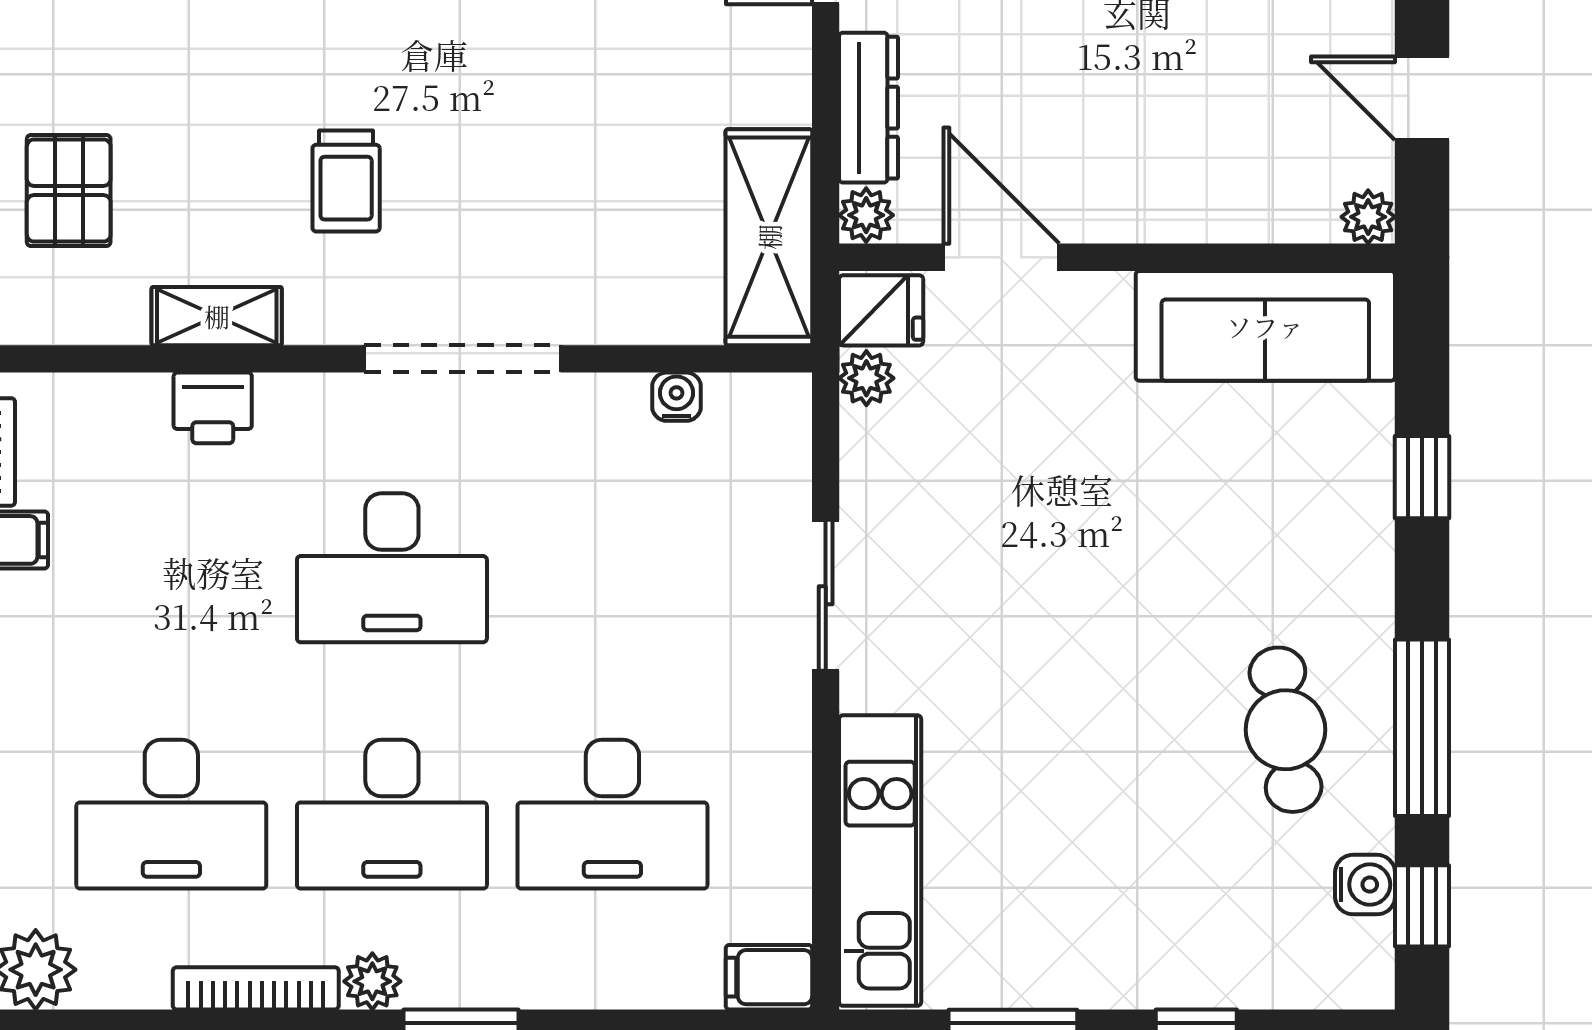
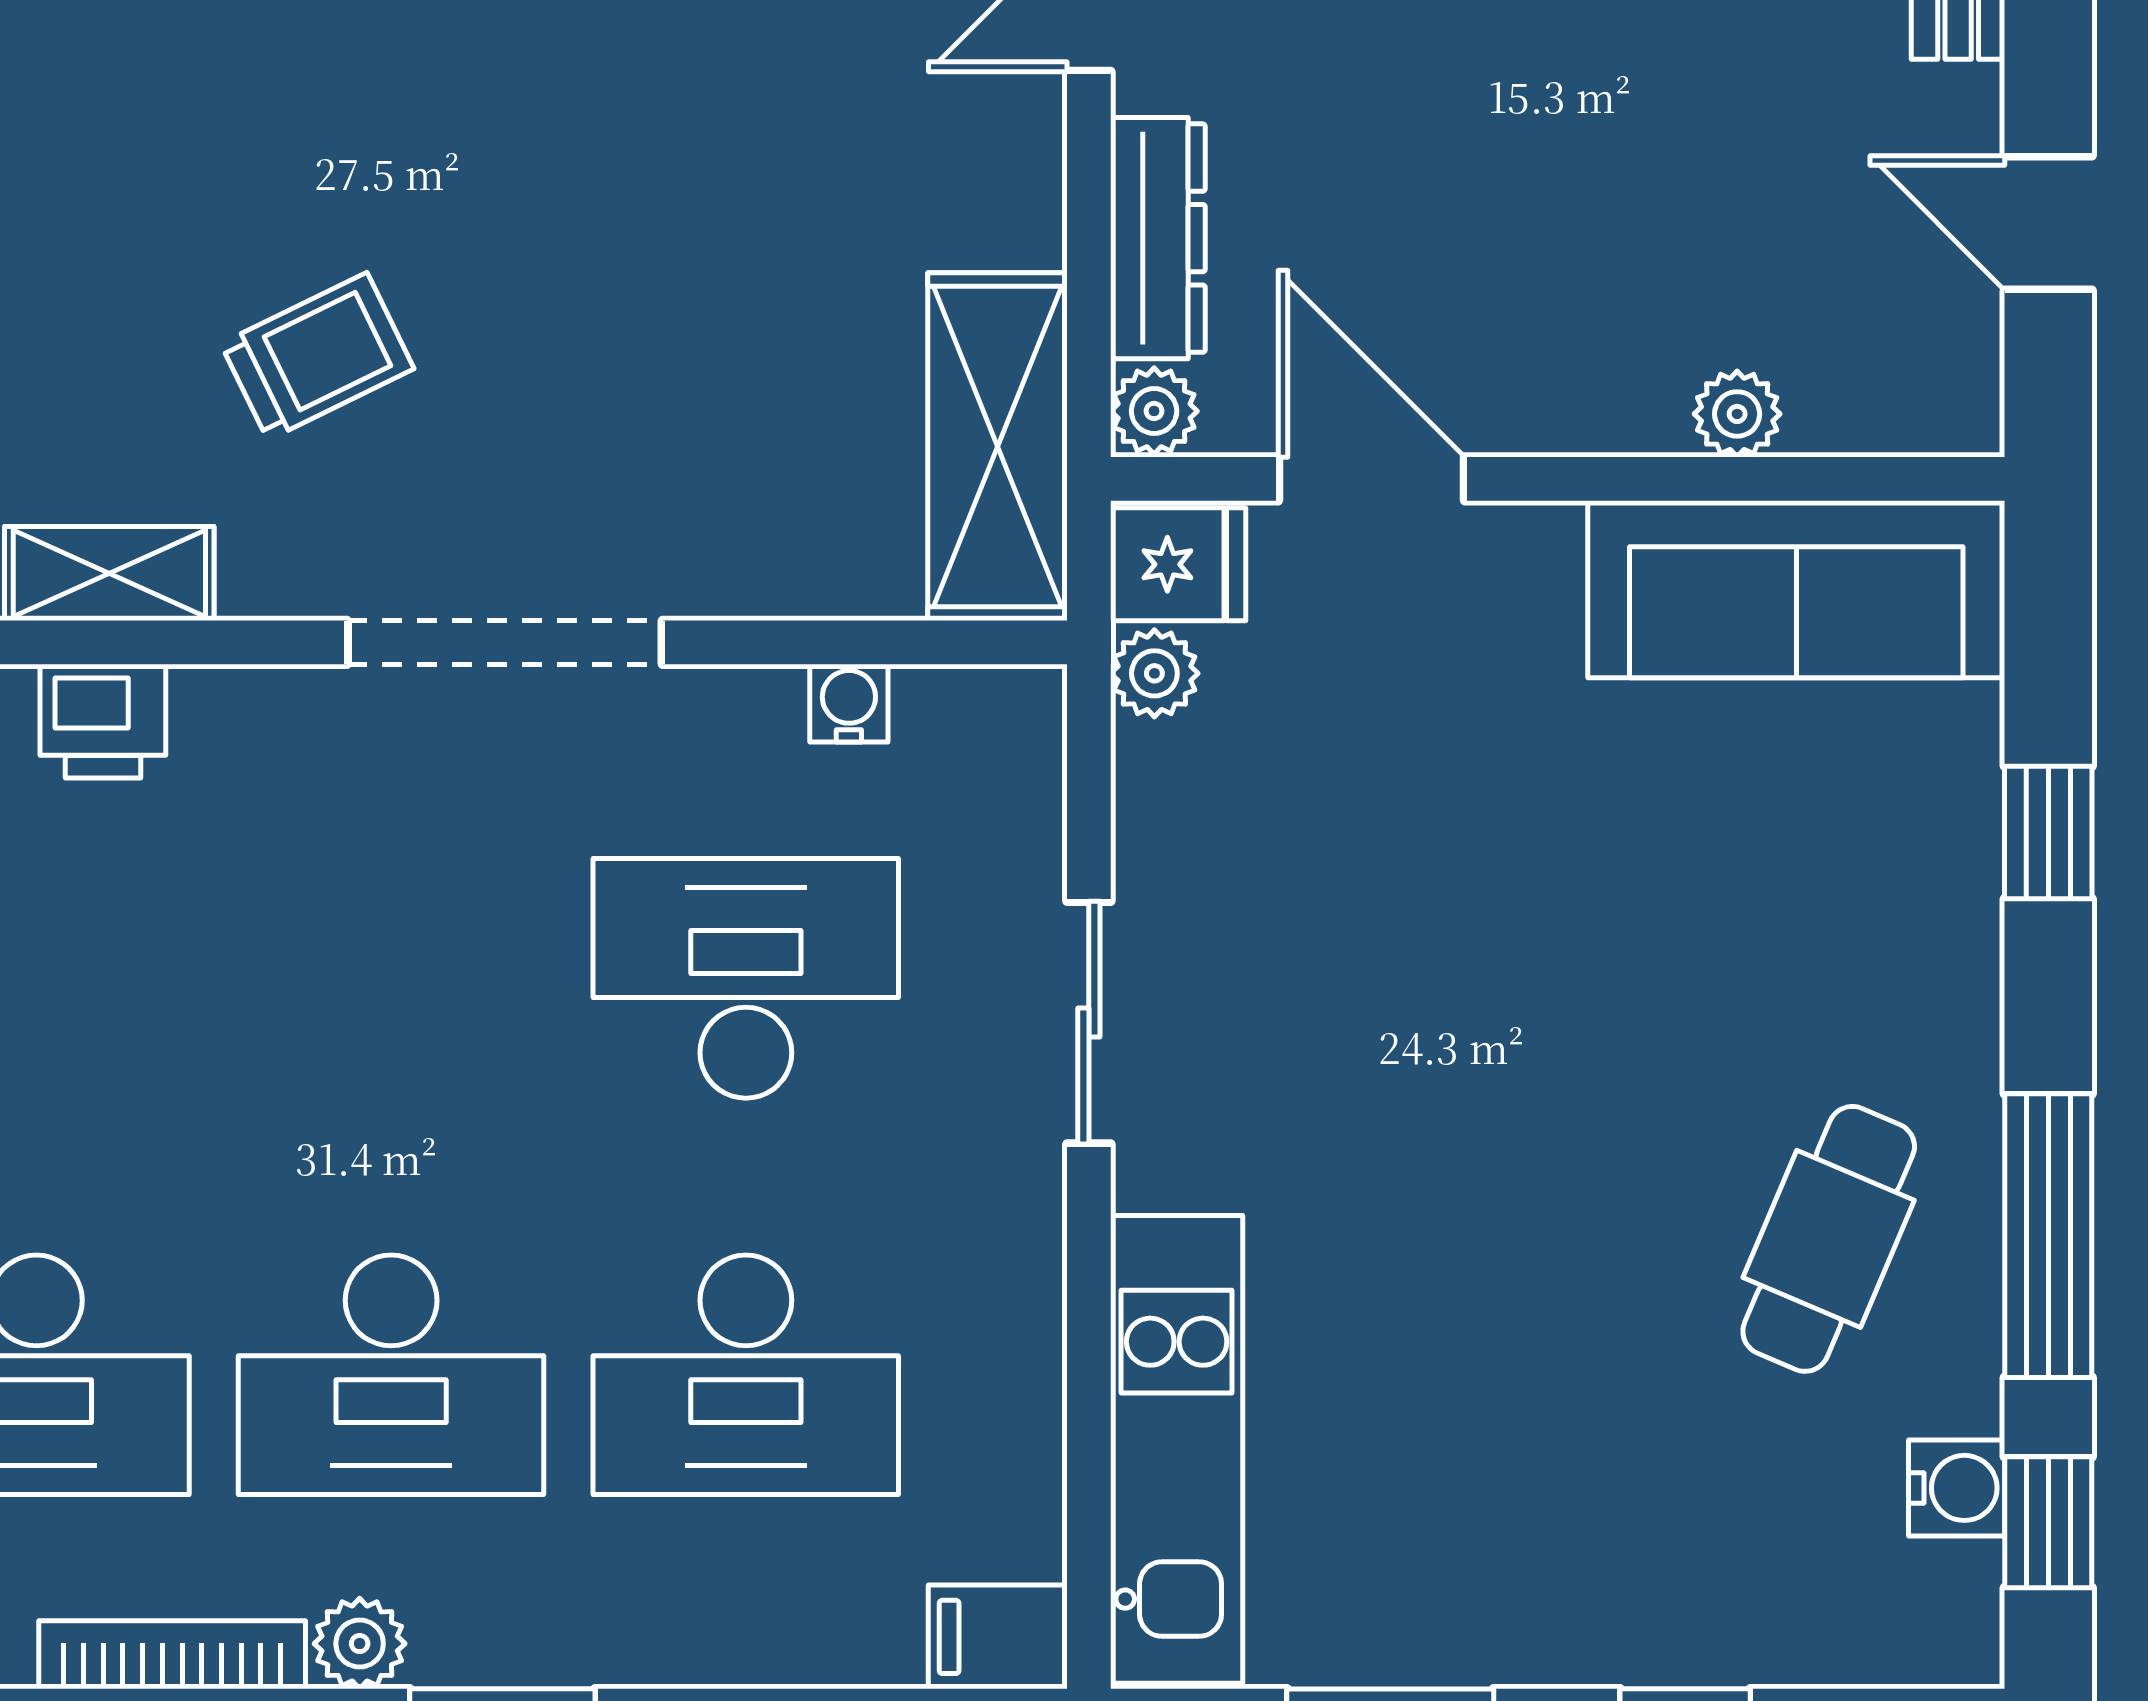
trolley: (346, 181) -> (317, 356), turned -116
plant: (1368, 217) -> (1737, 414), moved
desk: (392, 568) -> (746, 978), moved, turned 180
cafe table: (1285, 730) -> (1829, 1239), turned 31

